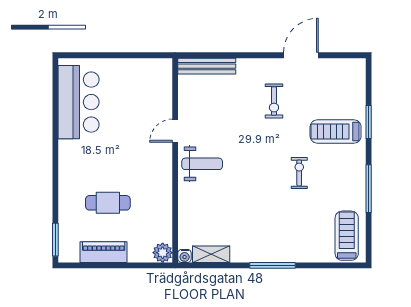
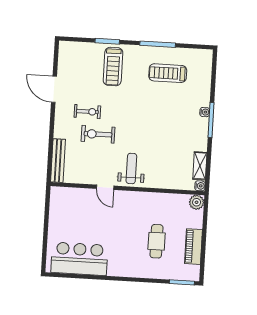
exercise bike: (299, 173) -> (98, 134), moved, width x1.38, depth x1.39
treadmill: (347, 236) -> (168, 73), moved
water cooler: (283, 256) -> (205, 112), added

